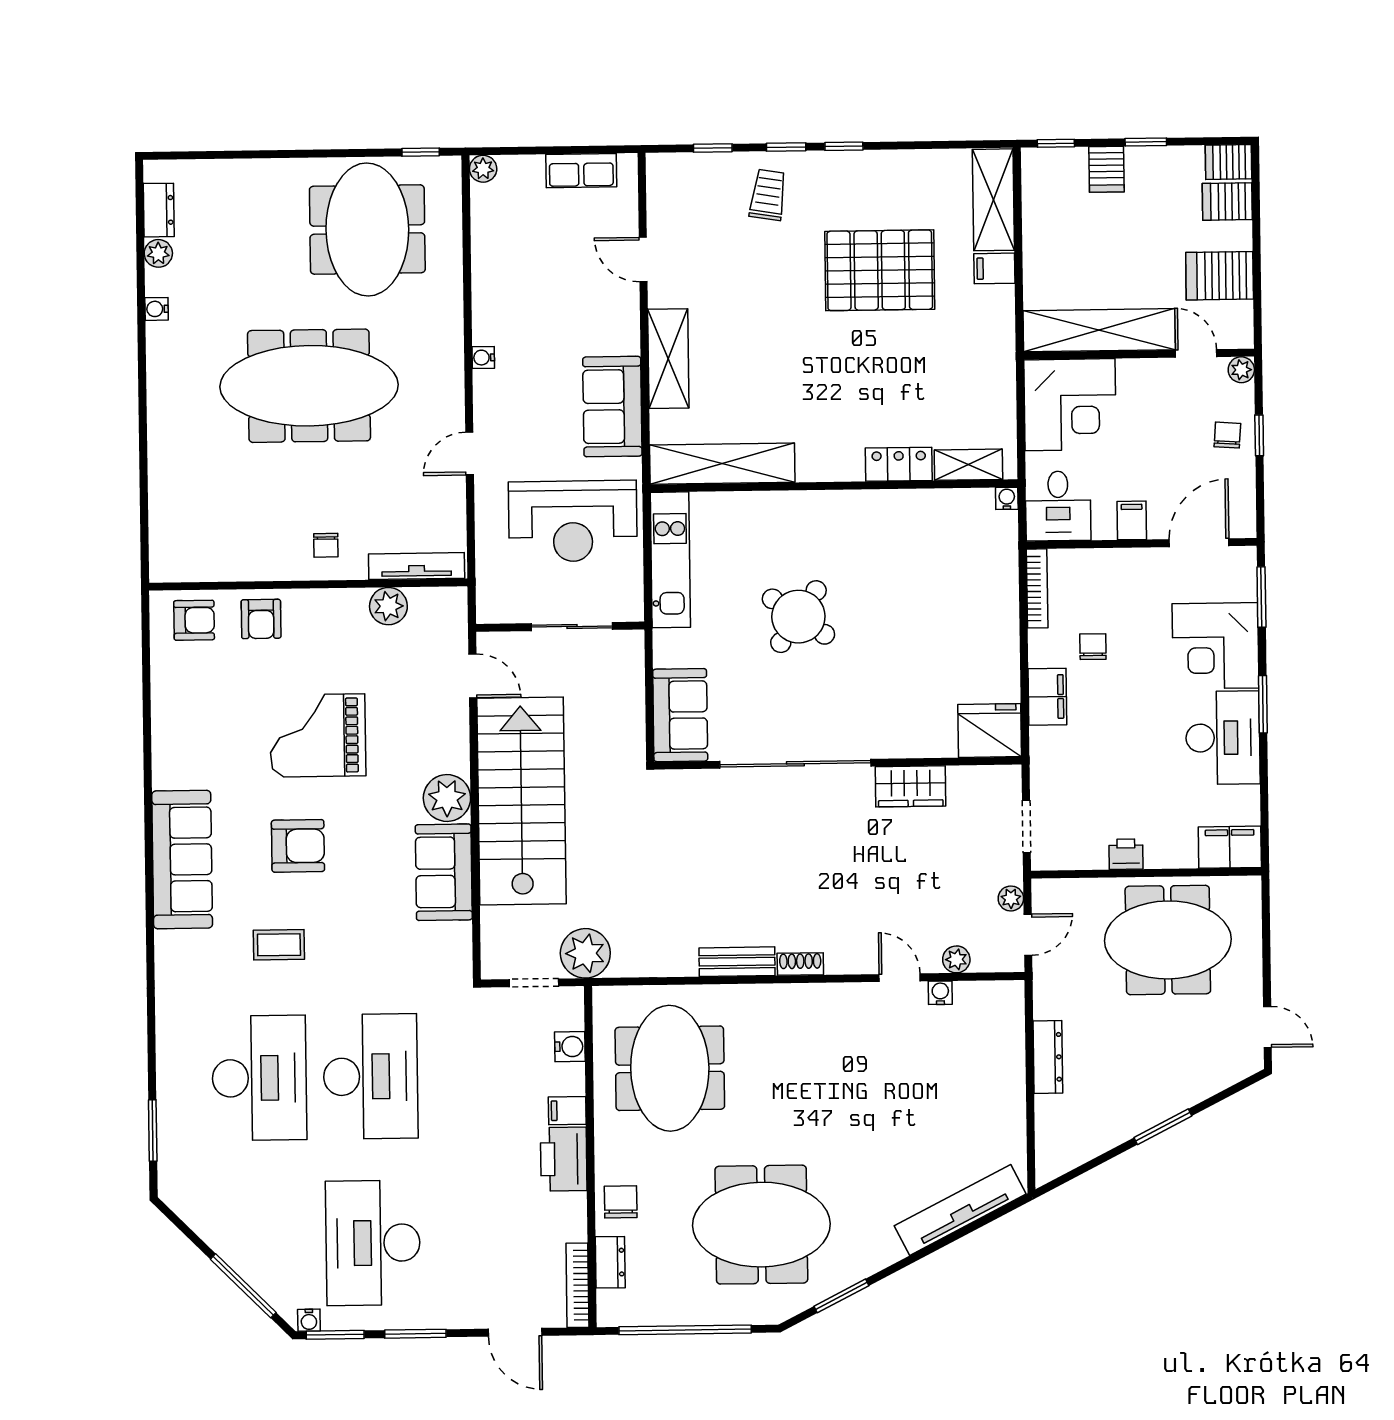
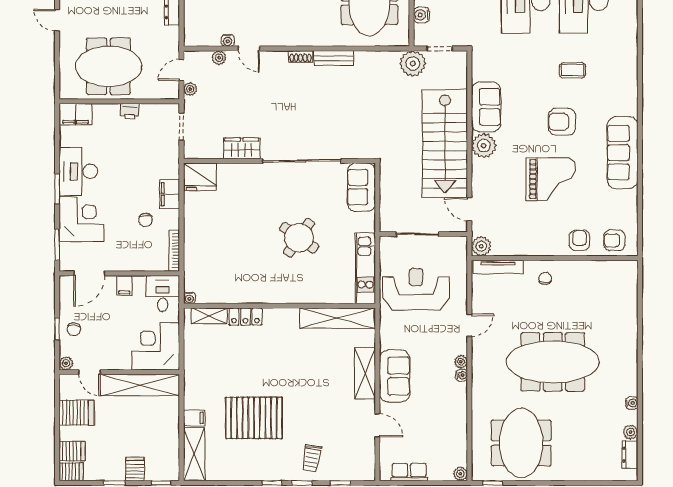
plant: (485, 384) -> (461, 362), added
sofa: (612, 407) -> (395, 376), moved
plant: (388, 606) -> (481, 246), moved
sofa: (182, 859) -> (622, 153), moved

